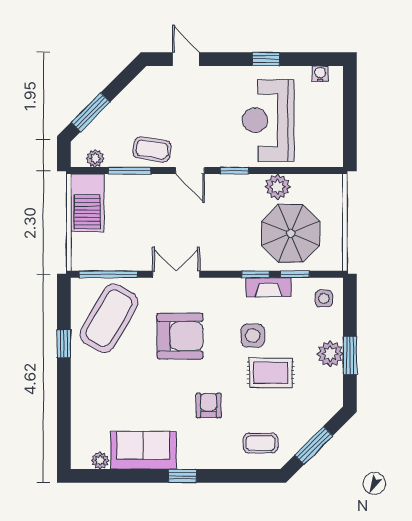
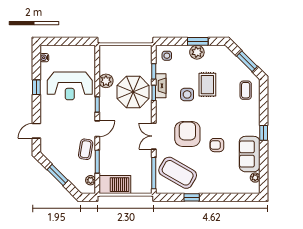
window: (91, 112) -> (58, 175), moved
parasol: (291, 233) -> (133, 92), moved
armchair: (209, 406) -> (217, 145), moved

